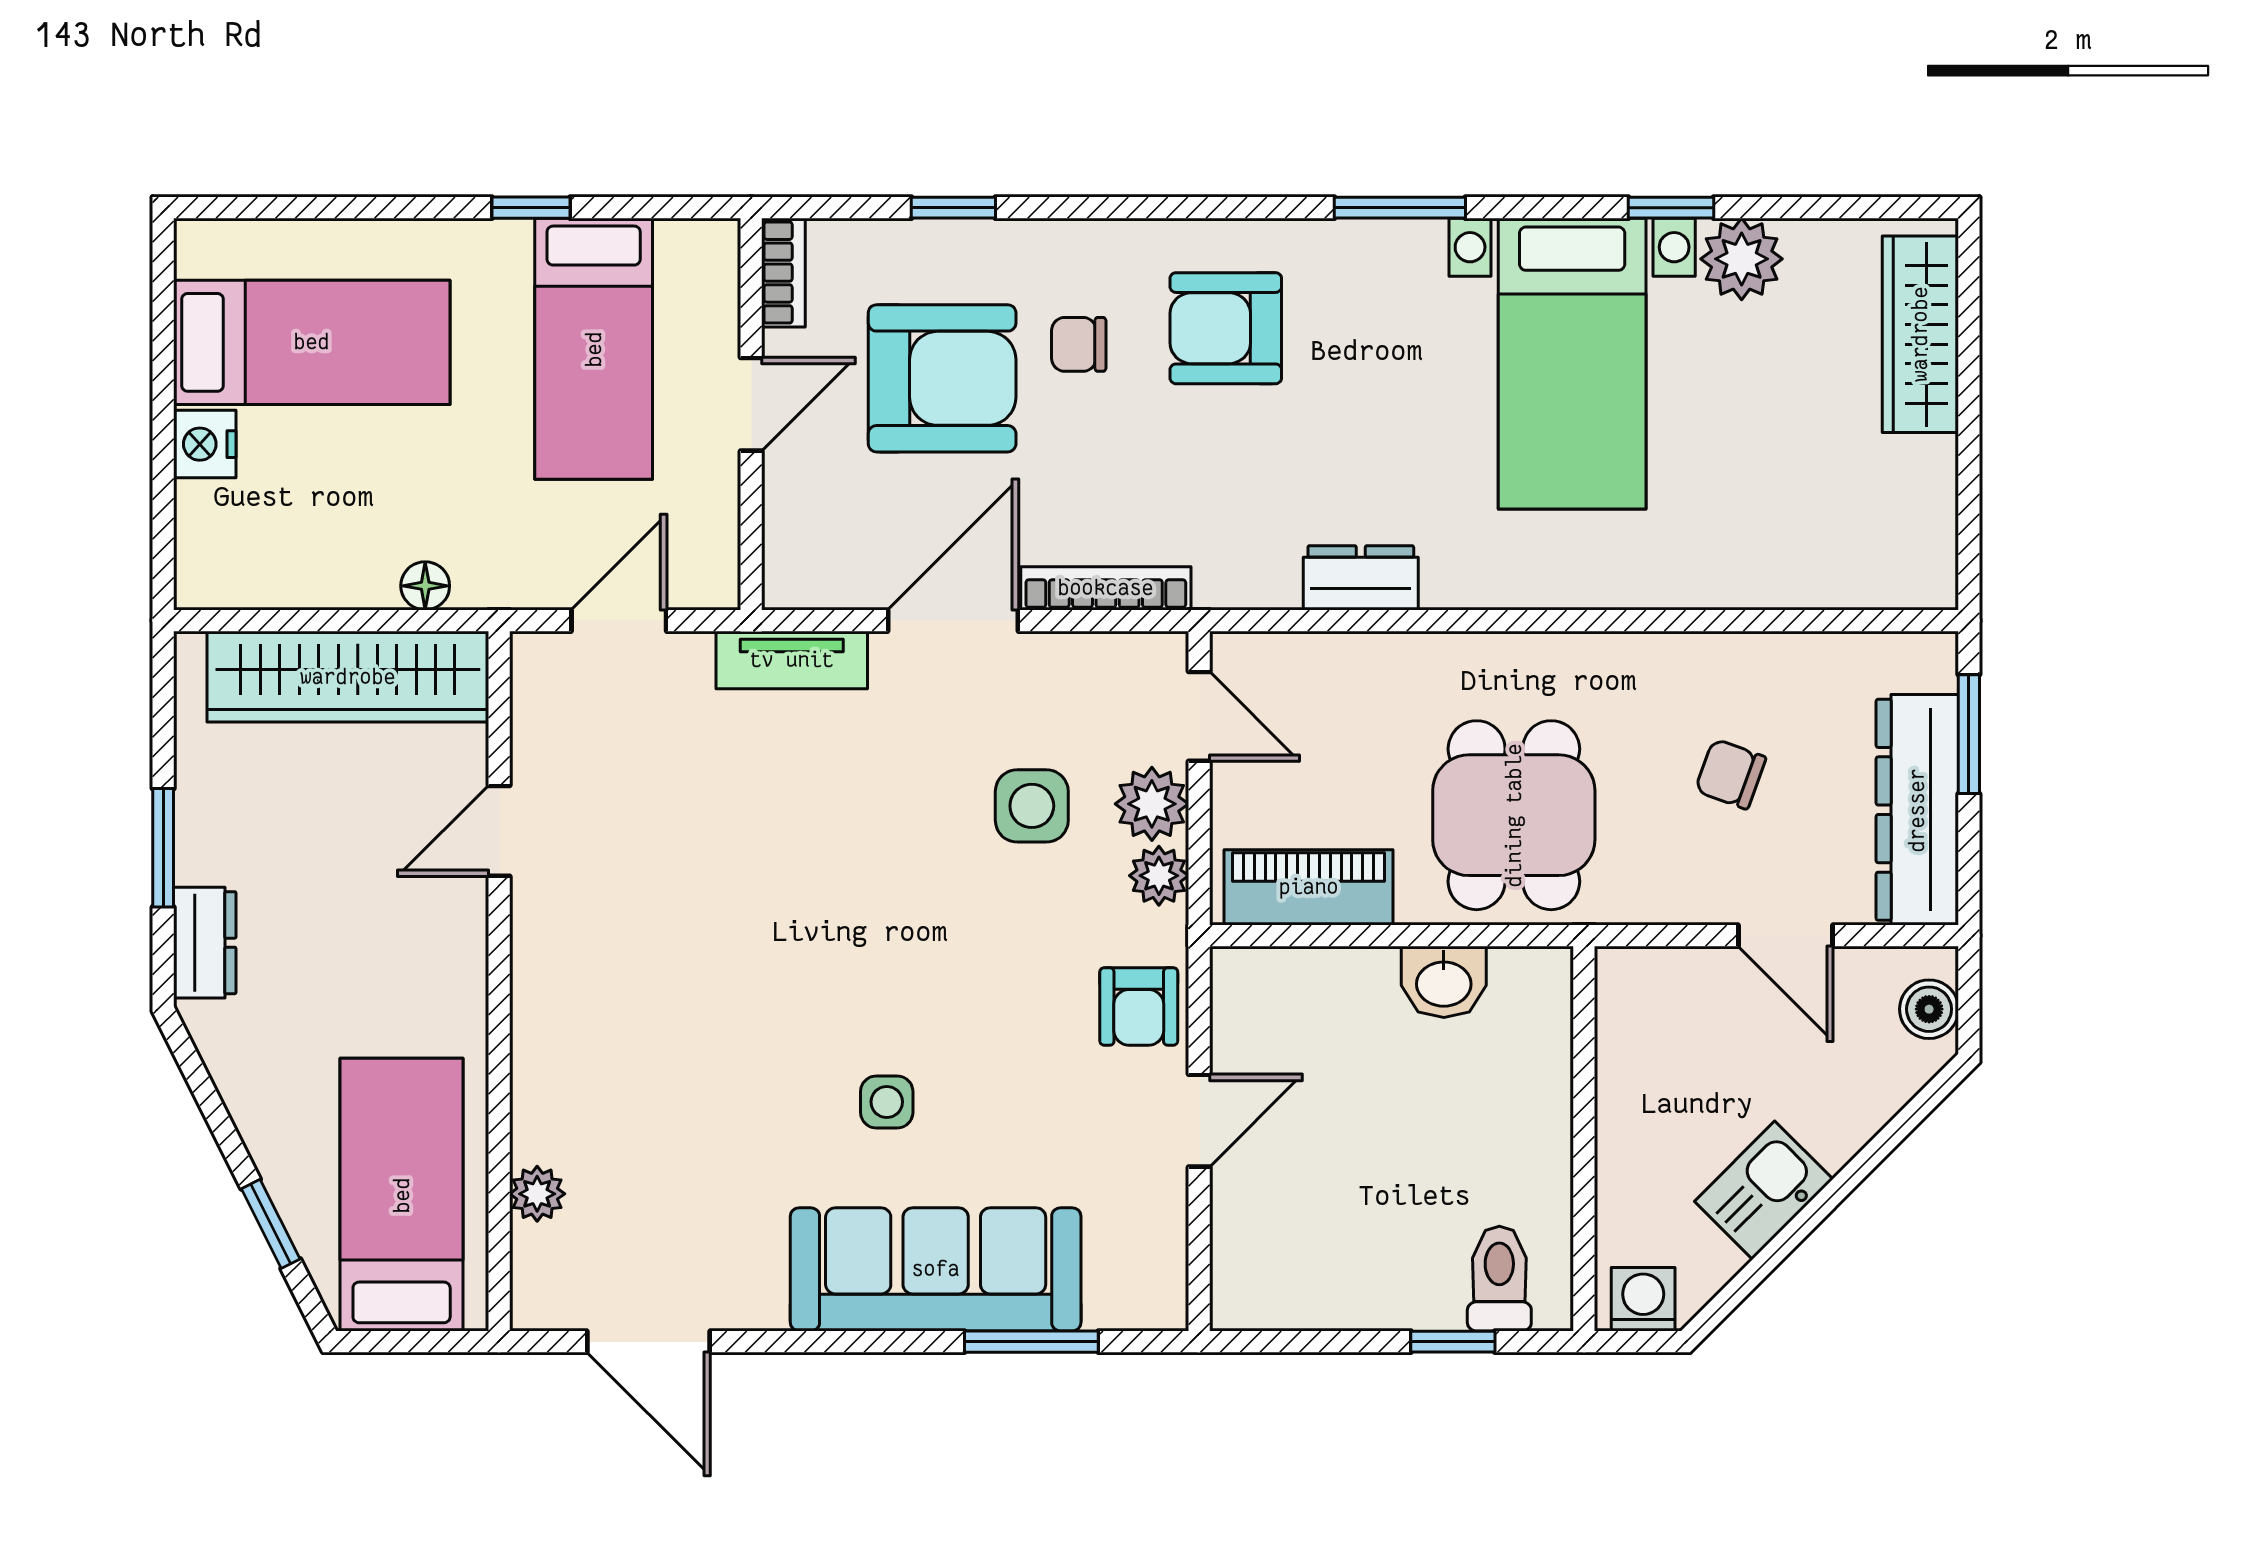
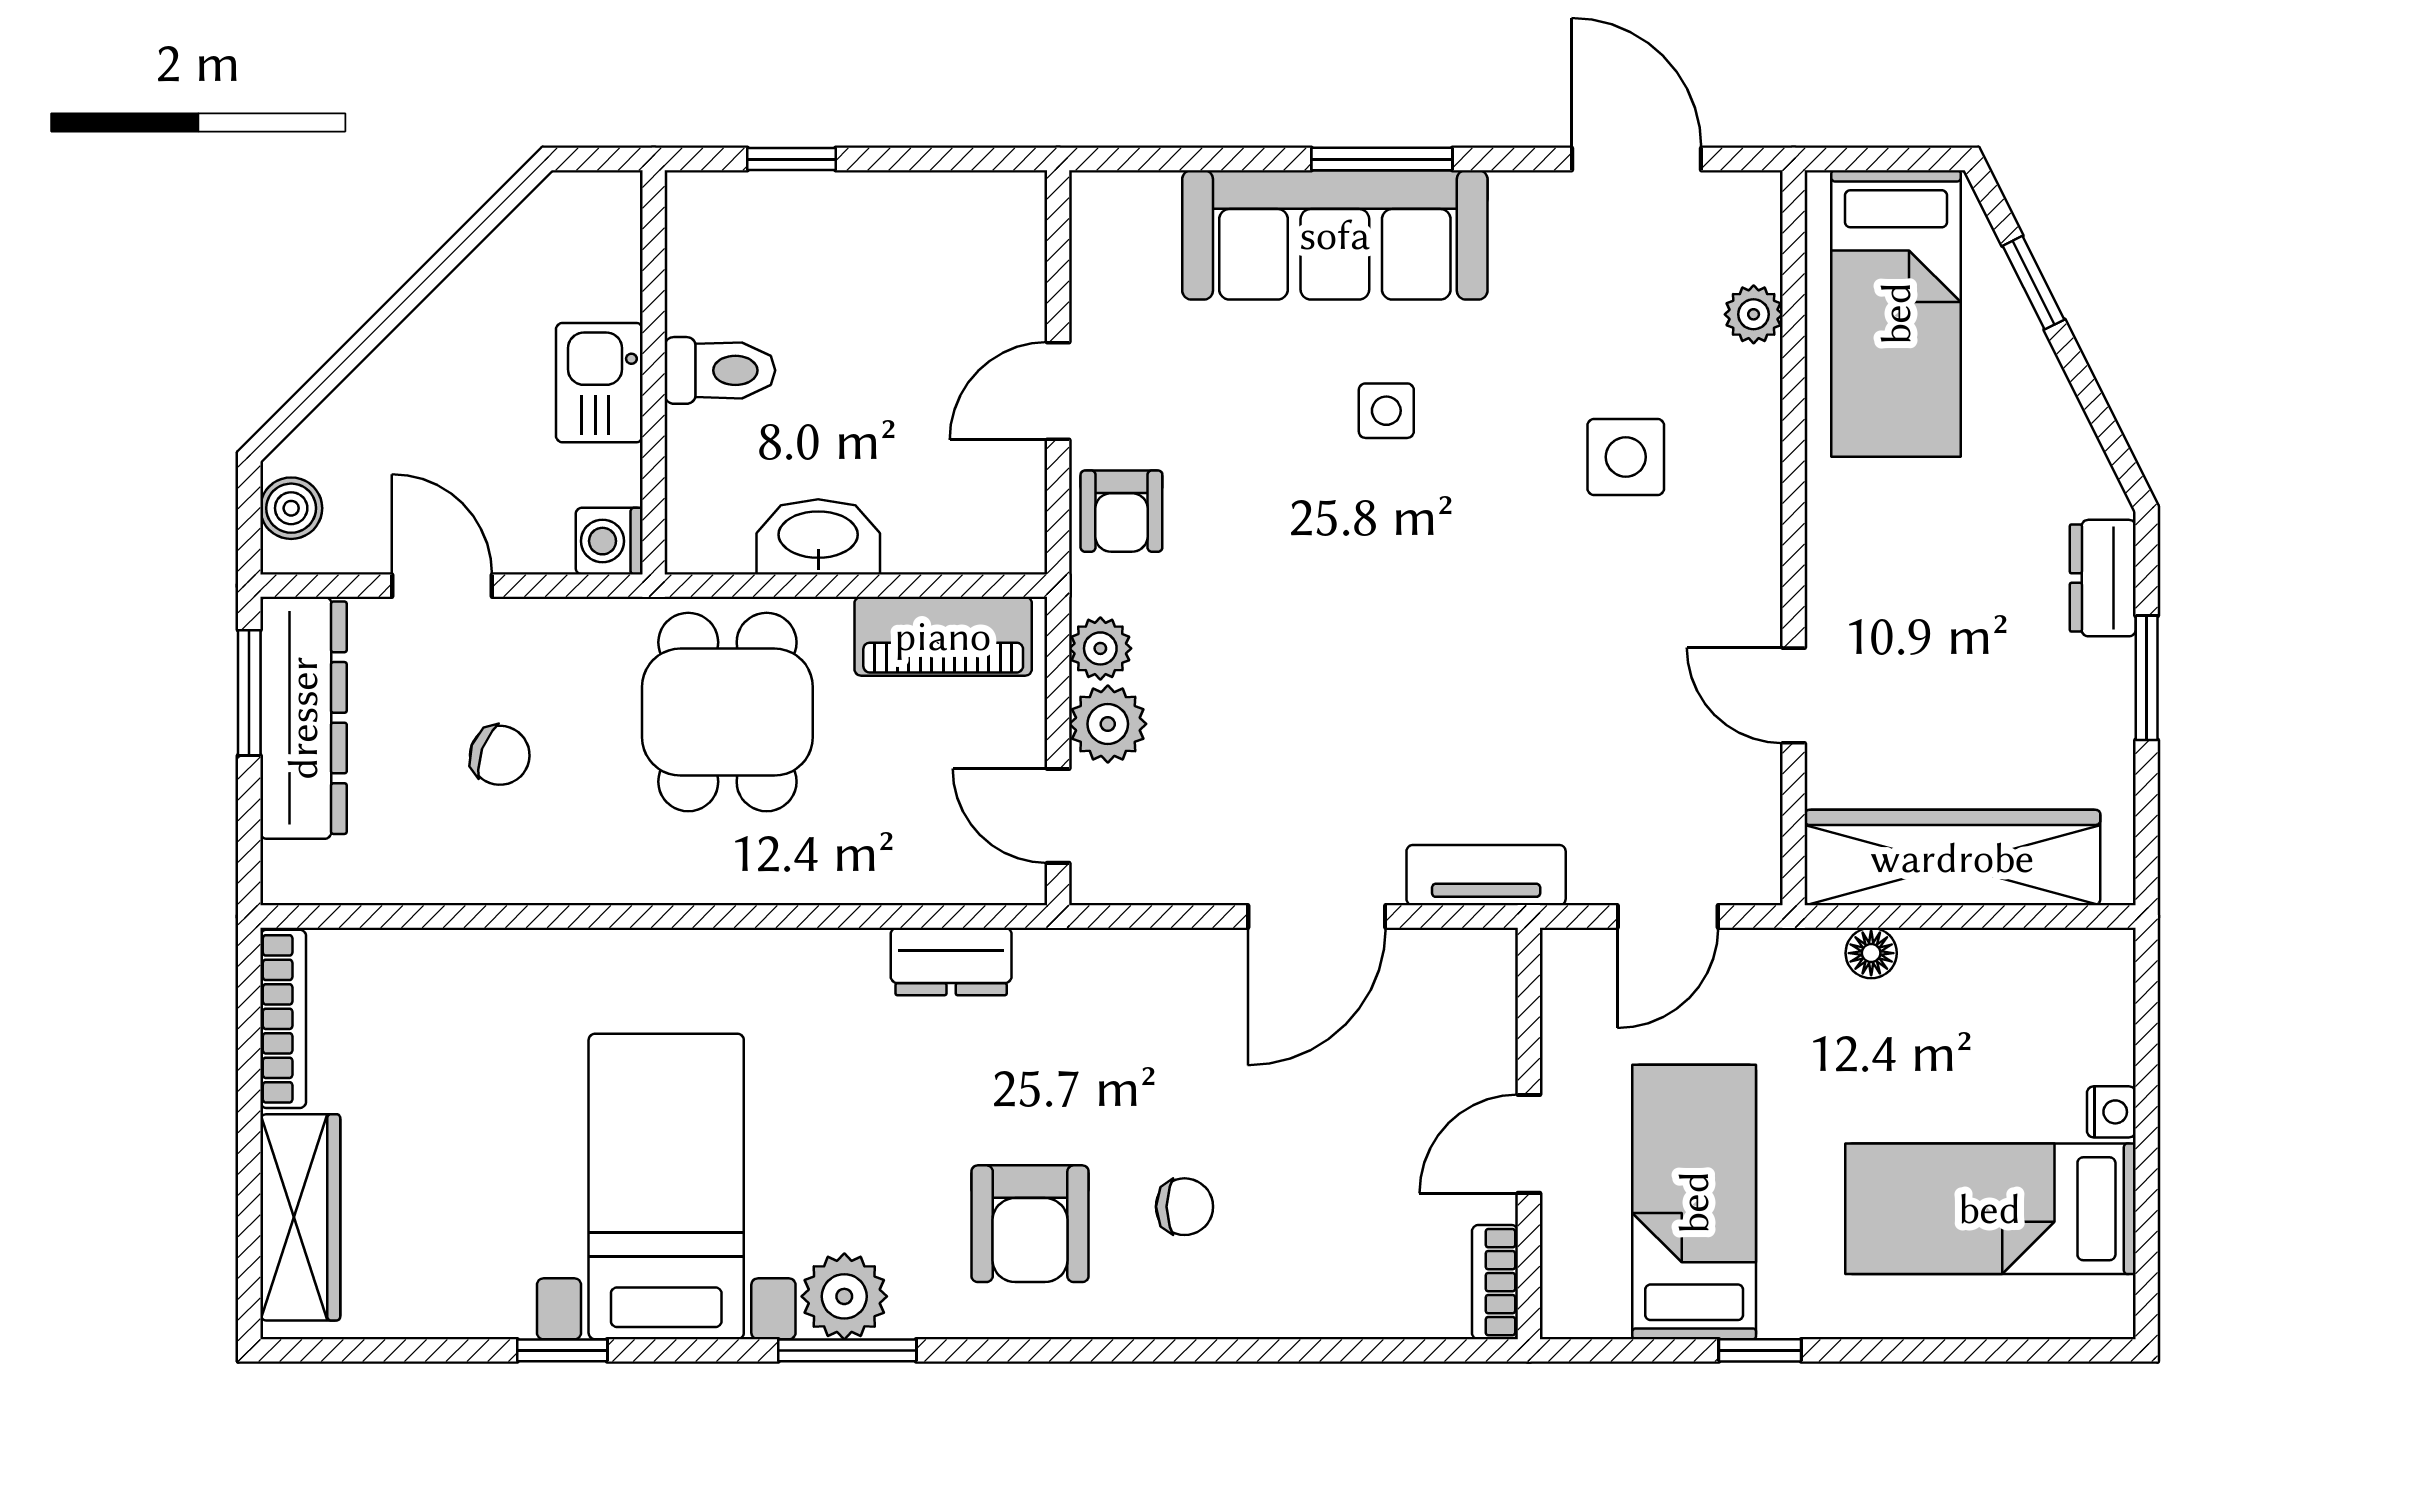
window: (953, 208) -> (1316, 1350), removed
plant: (1742, 259) -> (844, 1296), moved
armchair: (1226, 328) -> (1030, 1224), turned 90
armchair: (942, 378) -> (1328, 1171), removed
nightstand: (205, 444) -> (2111, 1112), width x0.72, depth x0.74
dresser: (1361, 578) -> (951, 961), moved
bookcase: (1106, 588) -> (283, 1019), moved, turned -90
window: (1969, 734) -> (249, 693), moved
side table: (1032, 806) -> (1626, 457), moved
door: (499, 831) -> (1794, 696), swing flipped
washbasin: (1444, 982) -> (818, 537), width x1.38
armchair: (1139, 1006) -> (1121, 511), turned 180
kitchen sink: (1764, 1190) -> (599, 383), moved, turned 135
toilet: (1499, 1279) -> (720, 370), moved, turned -90
washing machine: (1643, 1299) -> (609, 541), moved, turned 90
window: (1031, 1342) -> (1382, 159), moved

